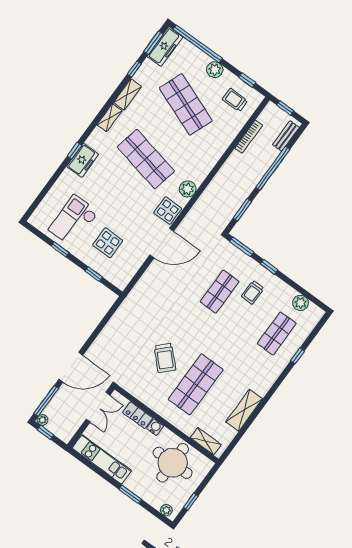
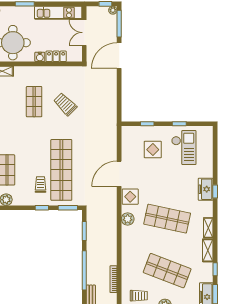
shop shelf: (220, 292) -> (61, 170), width x2.00, depth x1.36
shop shelf: (196, 384) -> (34, 102), width x0.70, depth x0.74
double door: (98, 407) -> (84, 33), moved

